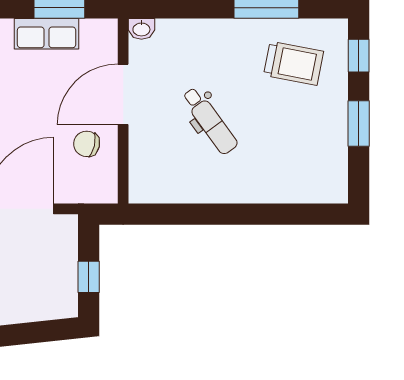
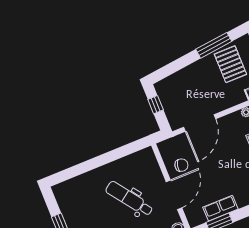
dental chair: (210, 121) -> (129, 199), width x1.36, depth x1.38

